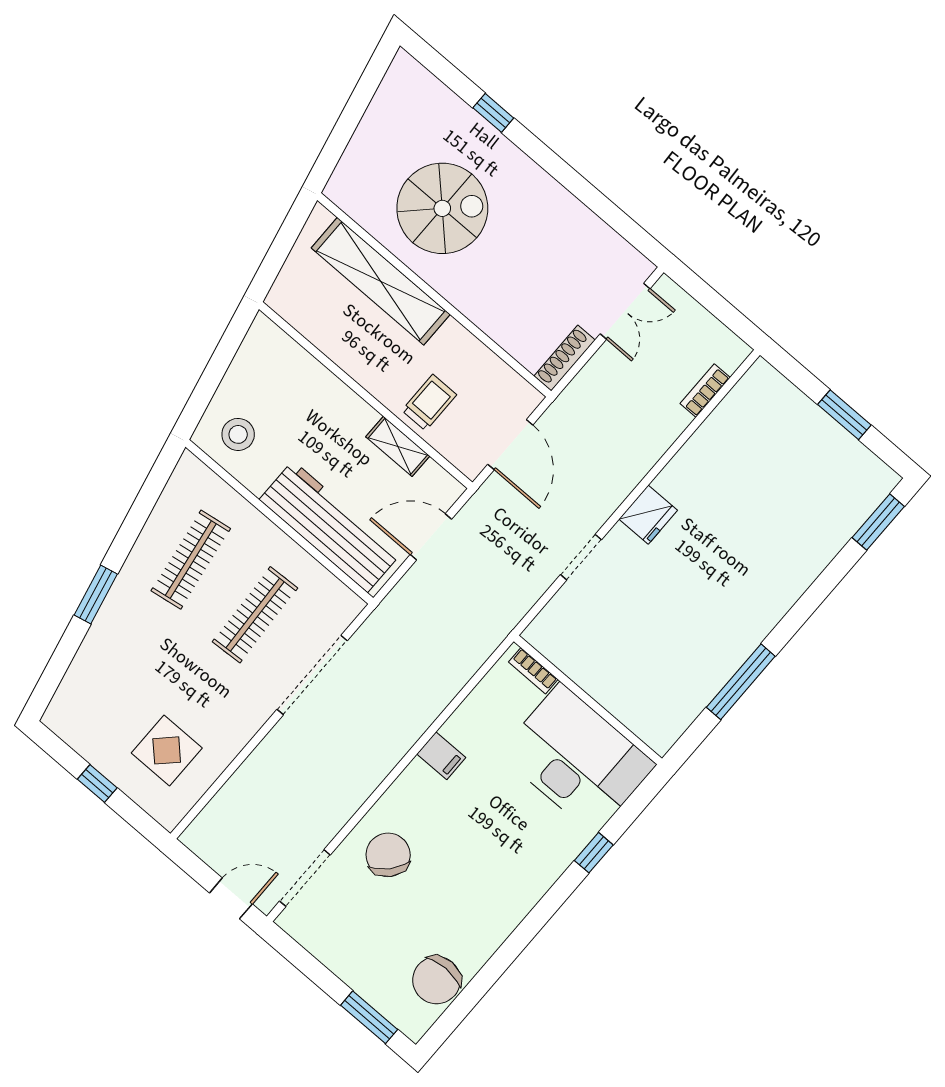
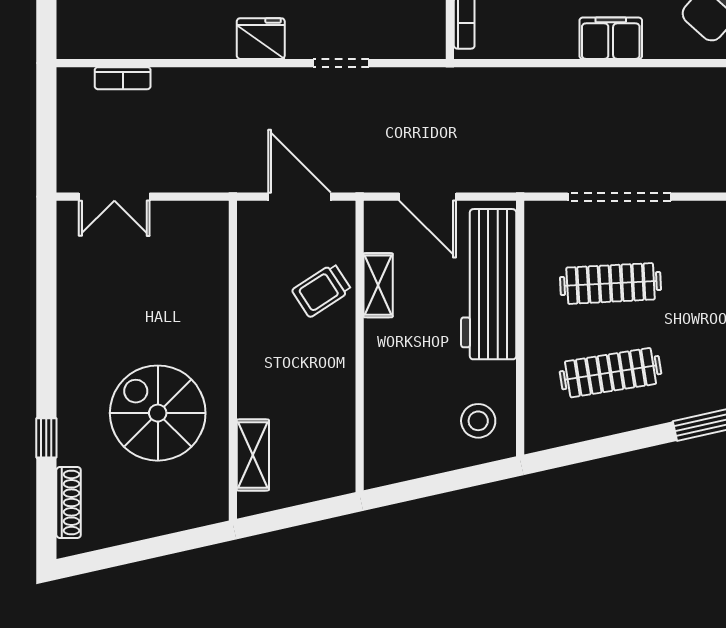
shelving: (381, 281) -> (253, 455), width x0.45, depth x0.75
double door: (625, 311) -> (114, 197), swing flipped
shoe rack: (565, 358) -> (69, 503), moved, turned -90
trolley: (429, 403) -> (322, 290), turned -33
door: (510, 445) -> (300, 197), hinge flipped
filing cabinet: (441, 756) -> (611, 38), width x2.00

